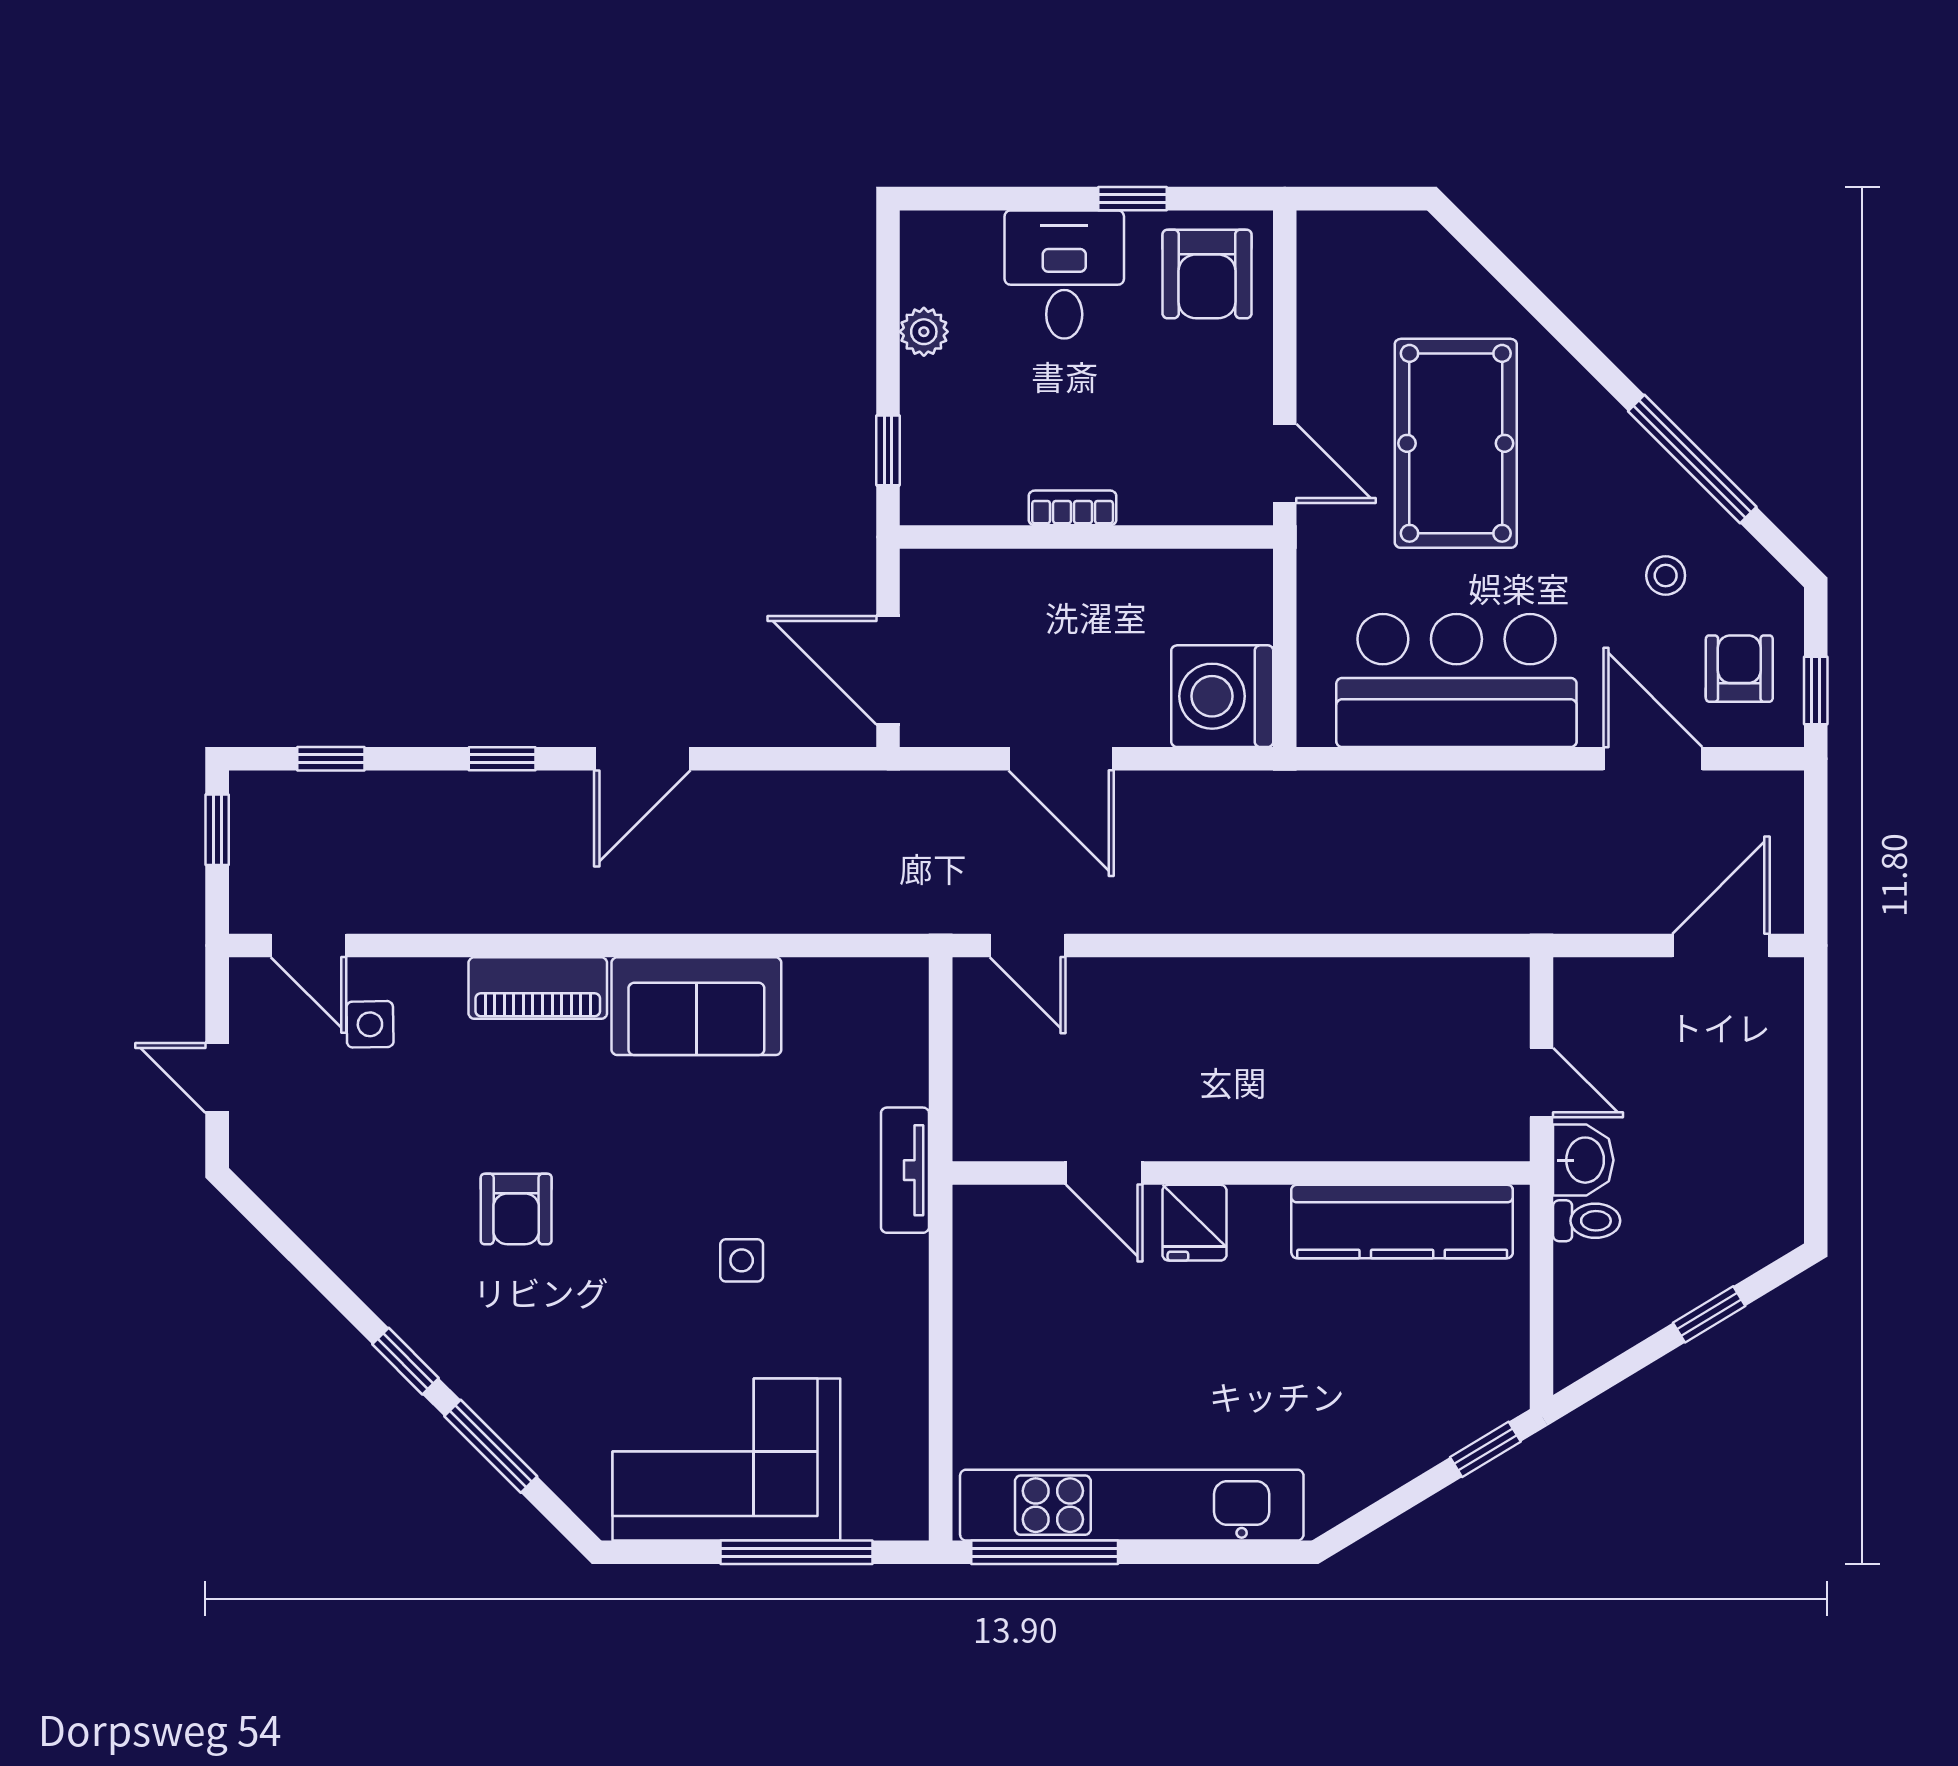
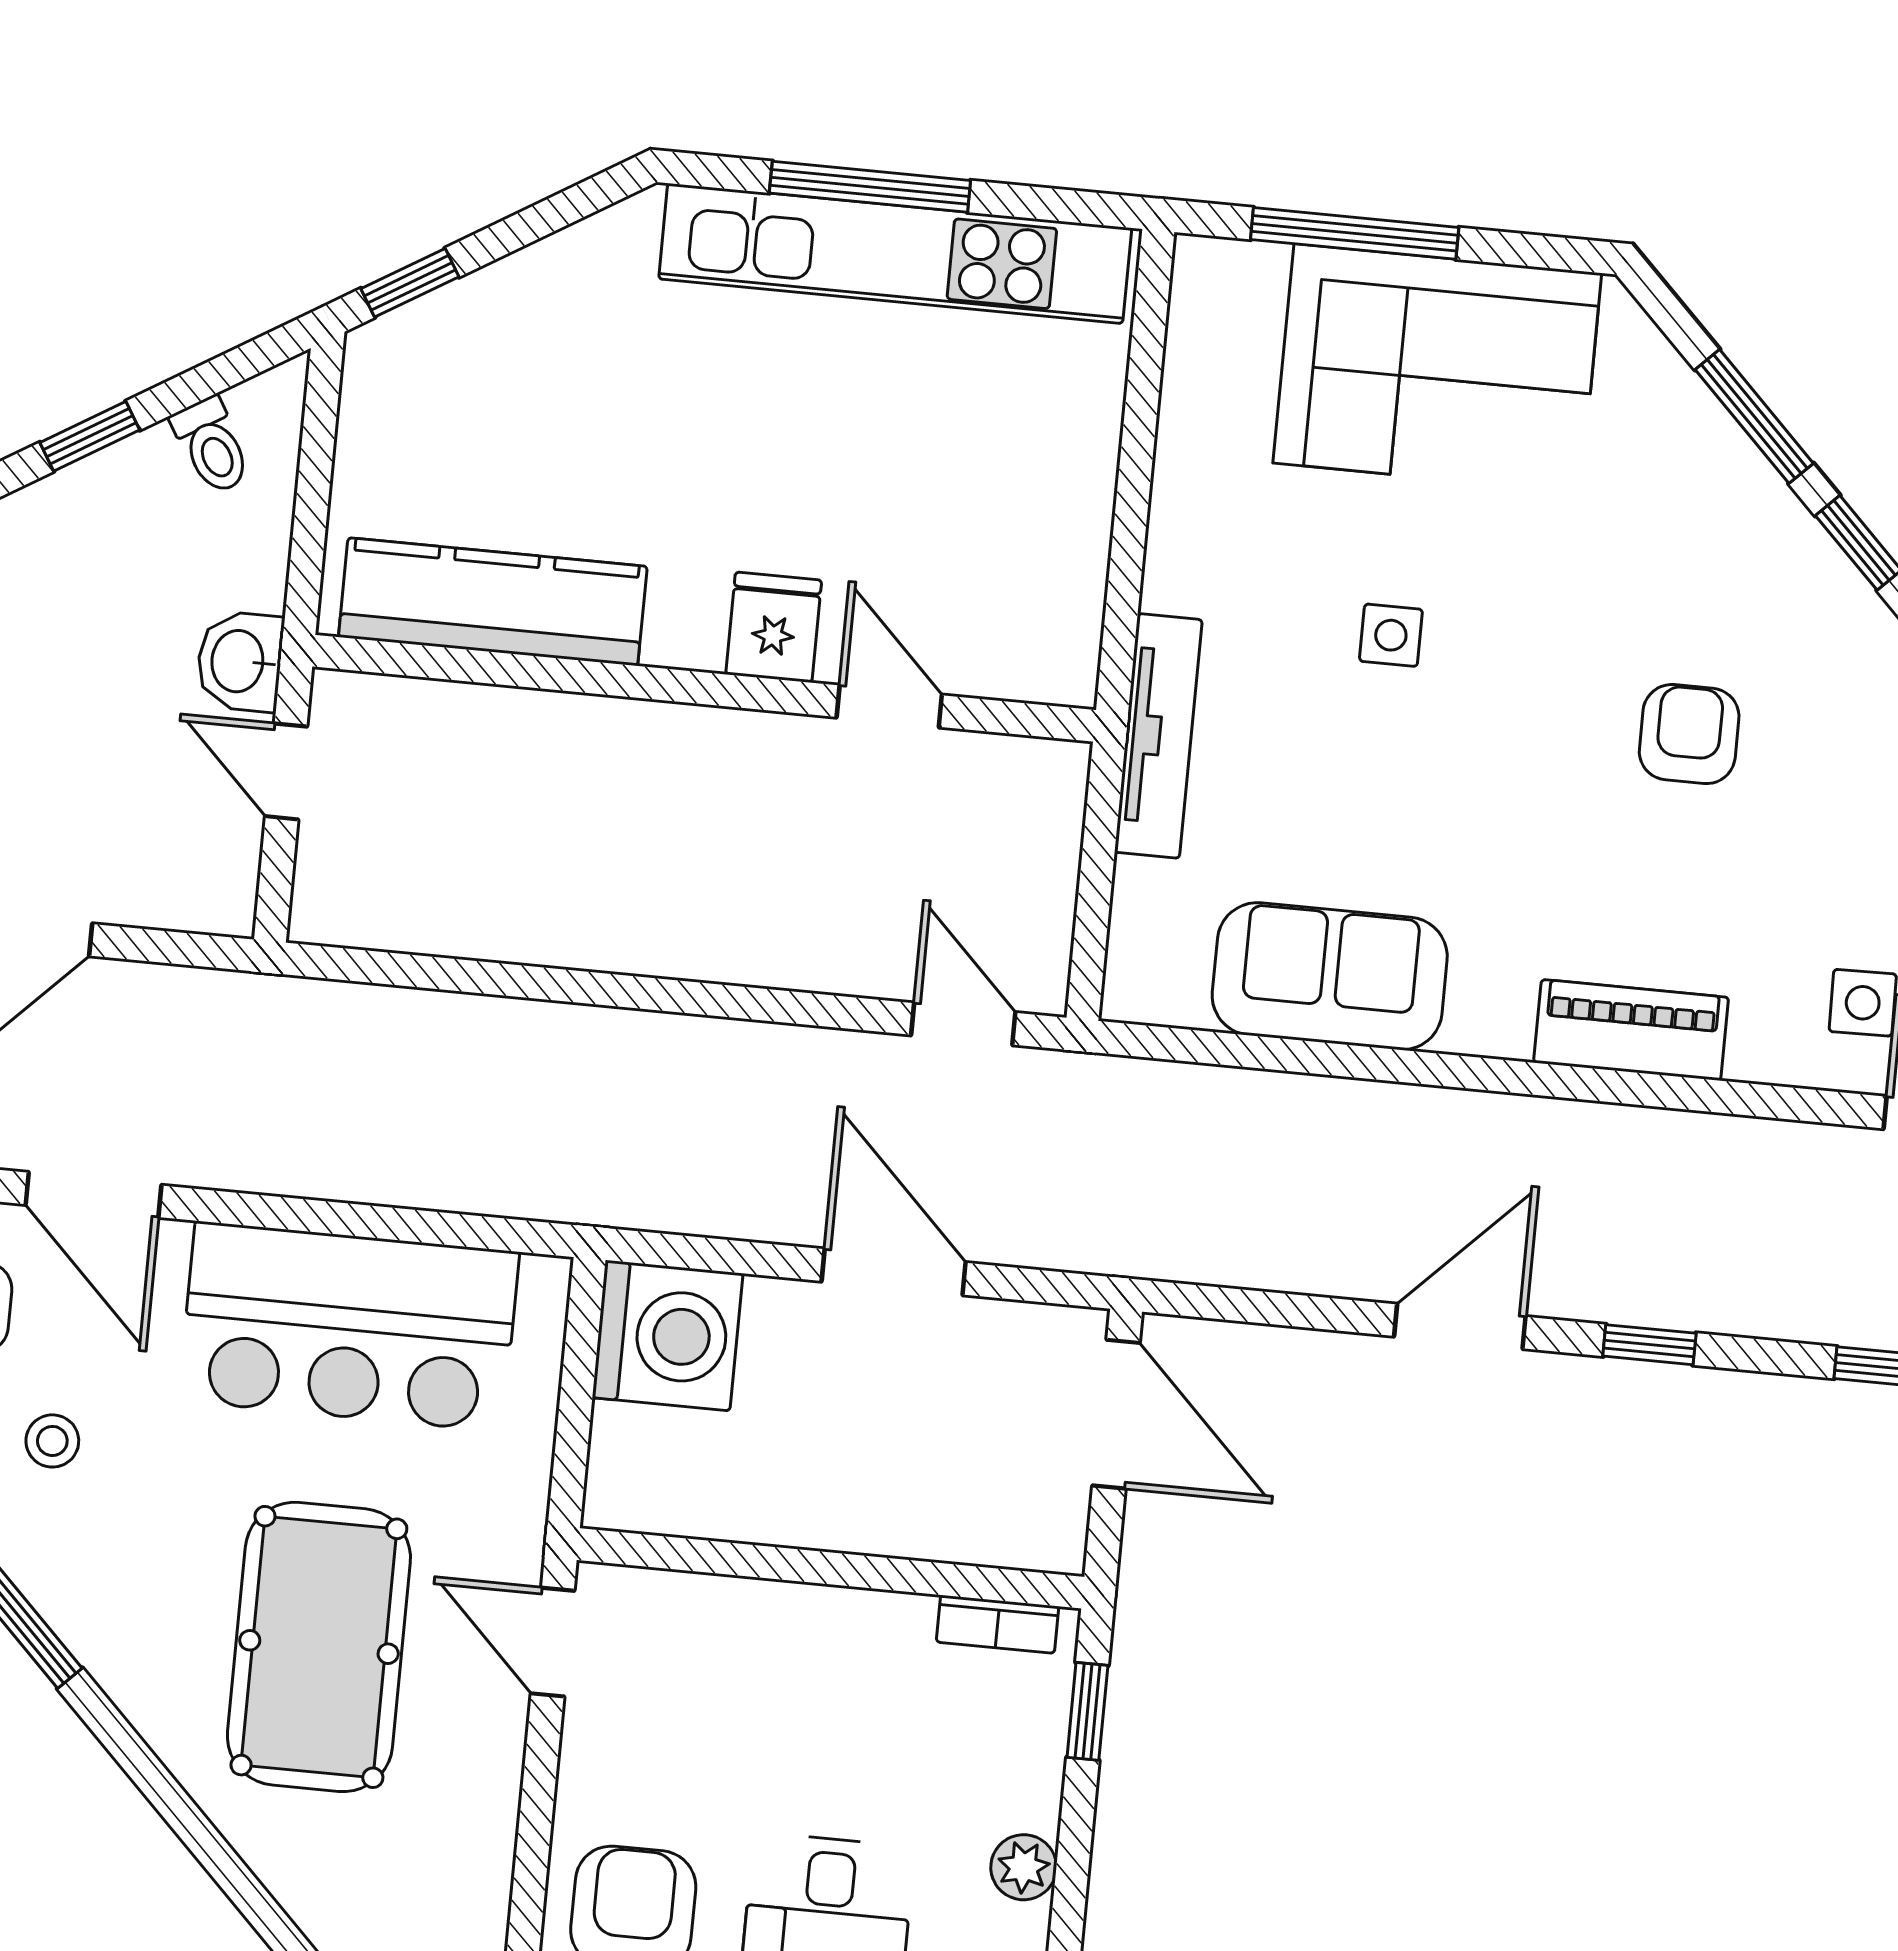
bookcase: (1073, 508) -> (998, 1624), moved
sofa: (696, 1006) -> (1330, 976), moved
tv unit: (905, 1170) -> (1158, 736), width x1.41
toilet: (1587, 1221) -> (212, 446), moved, turned -121
window: (1045, 1552) -> (870, 187), moved

